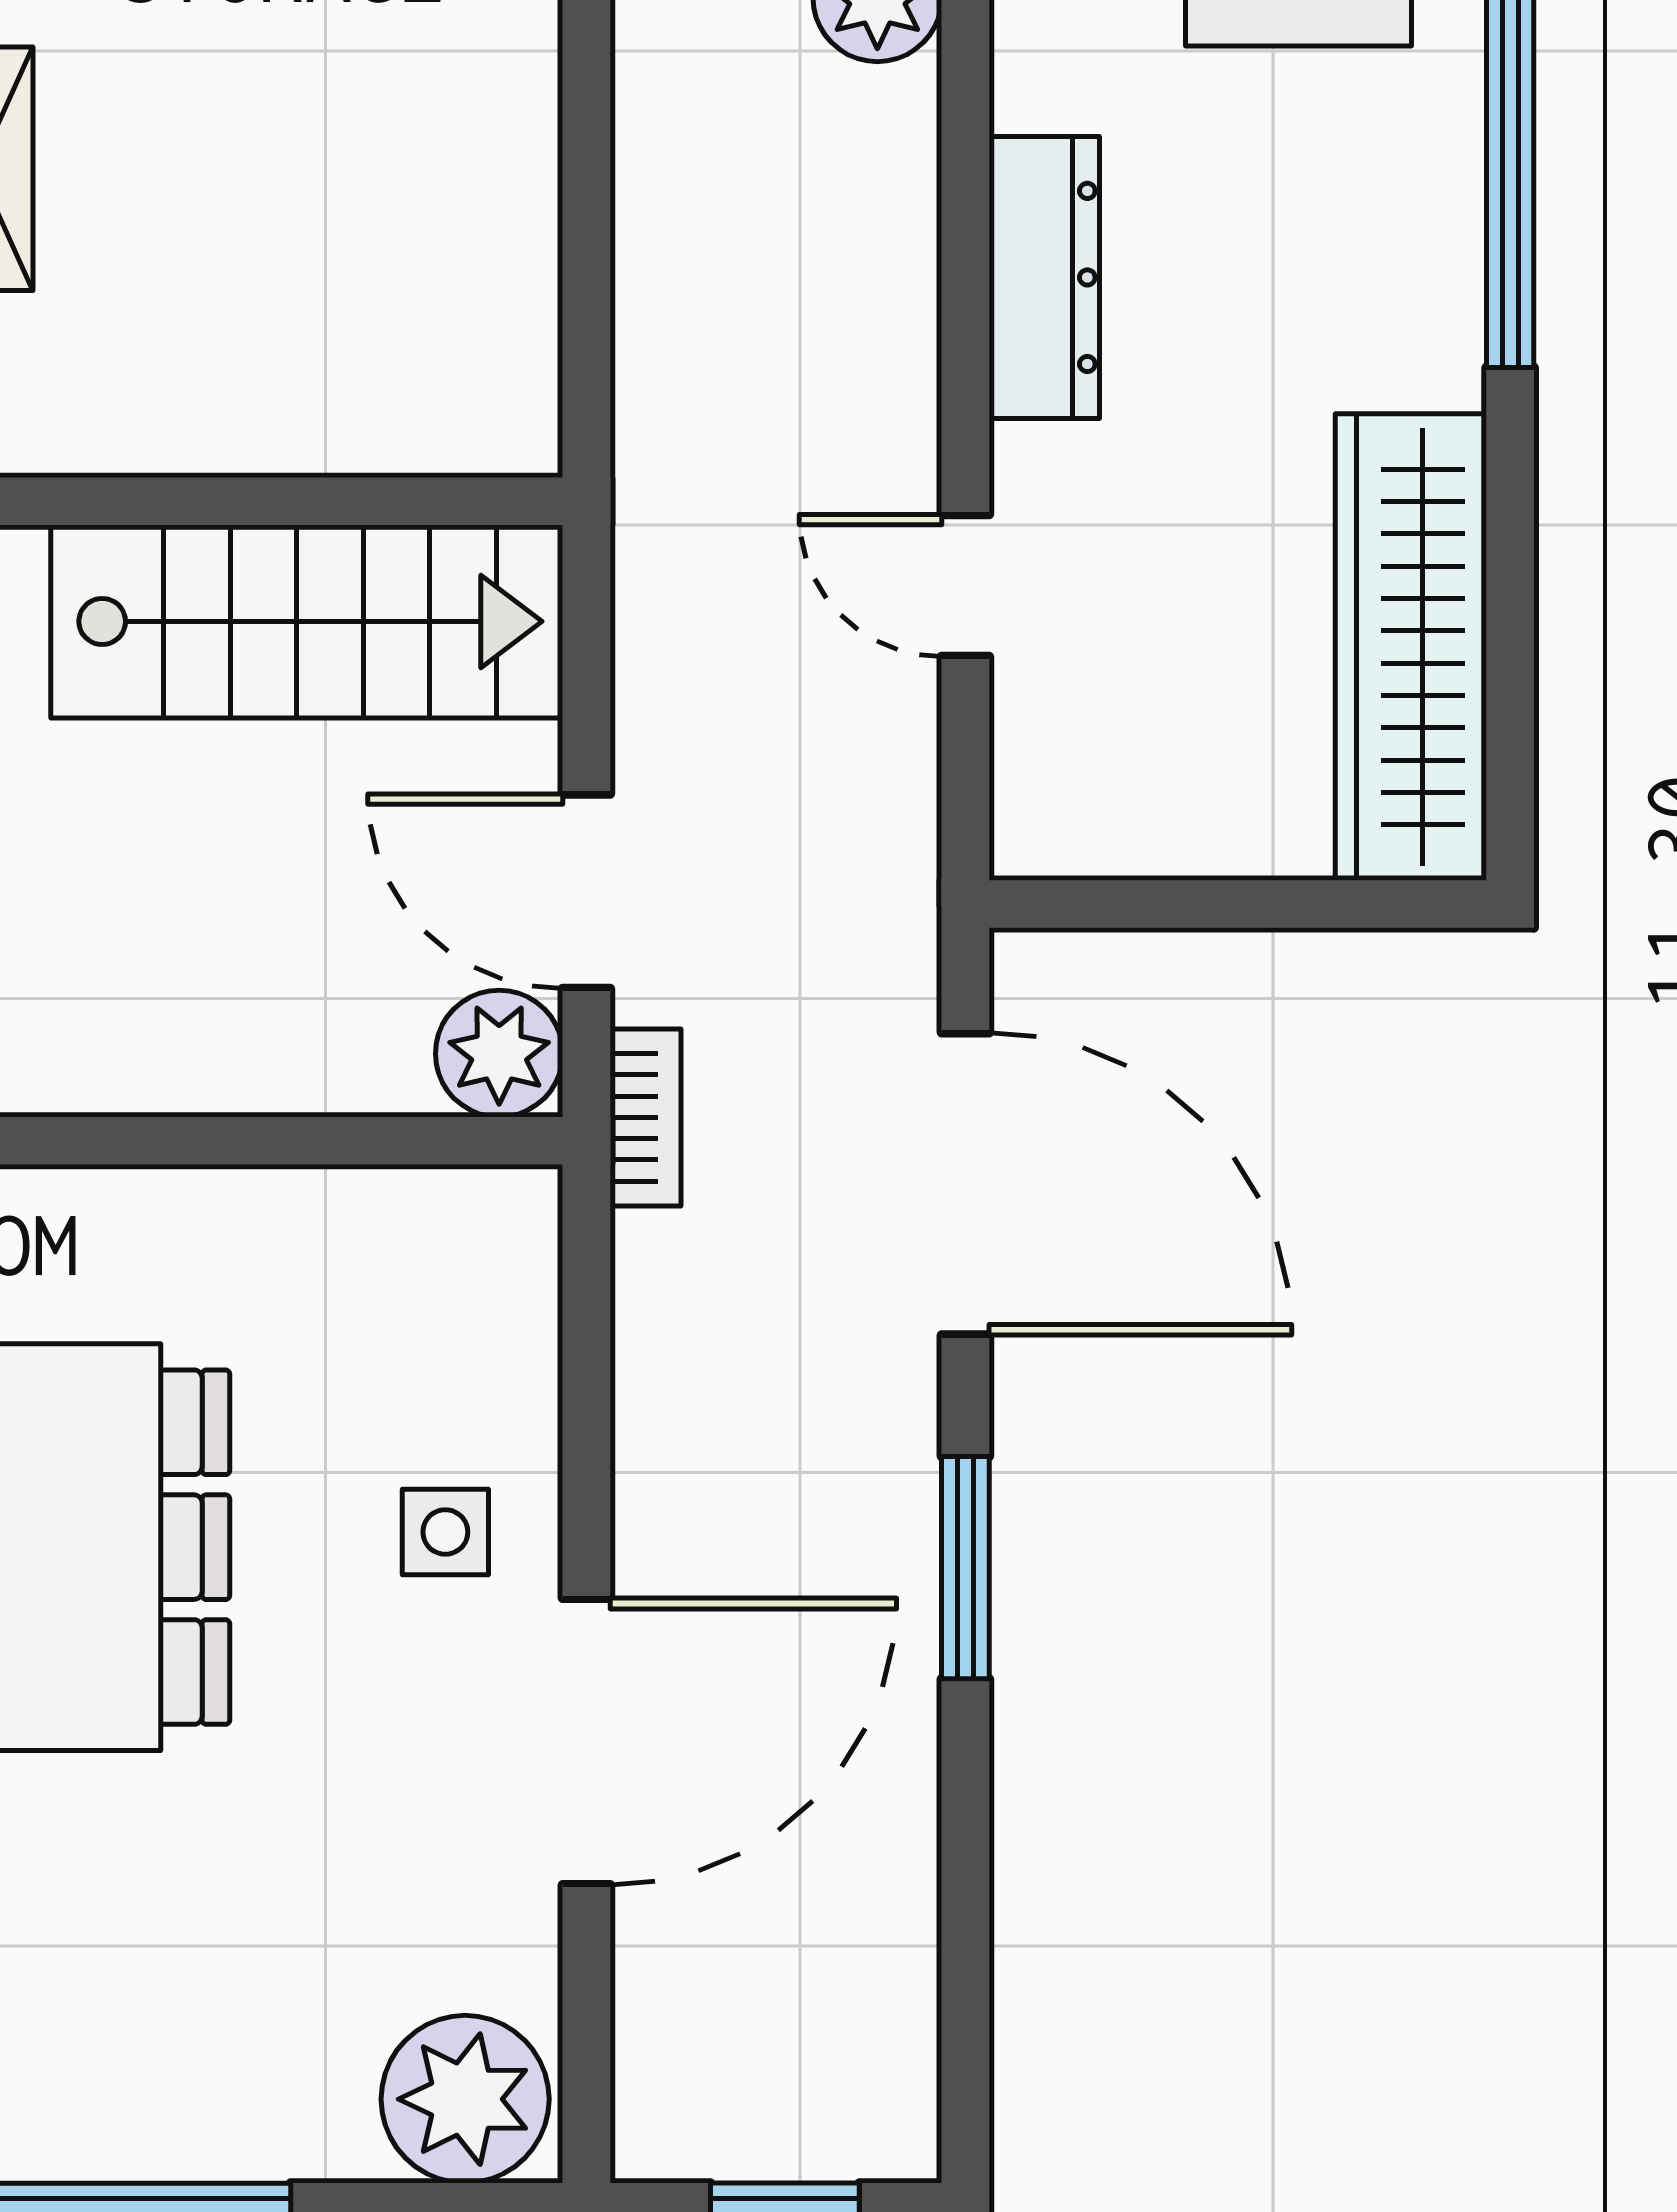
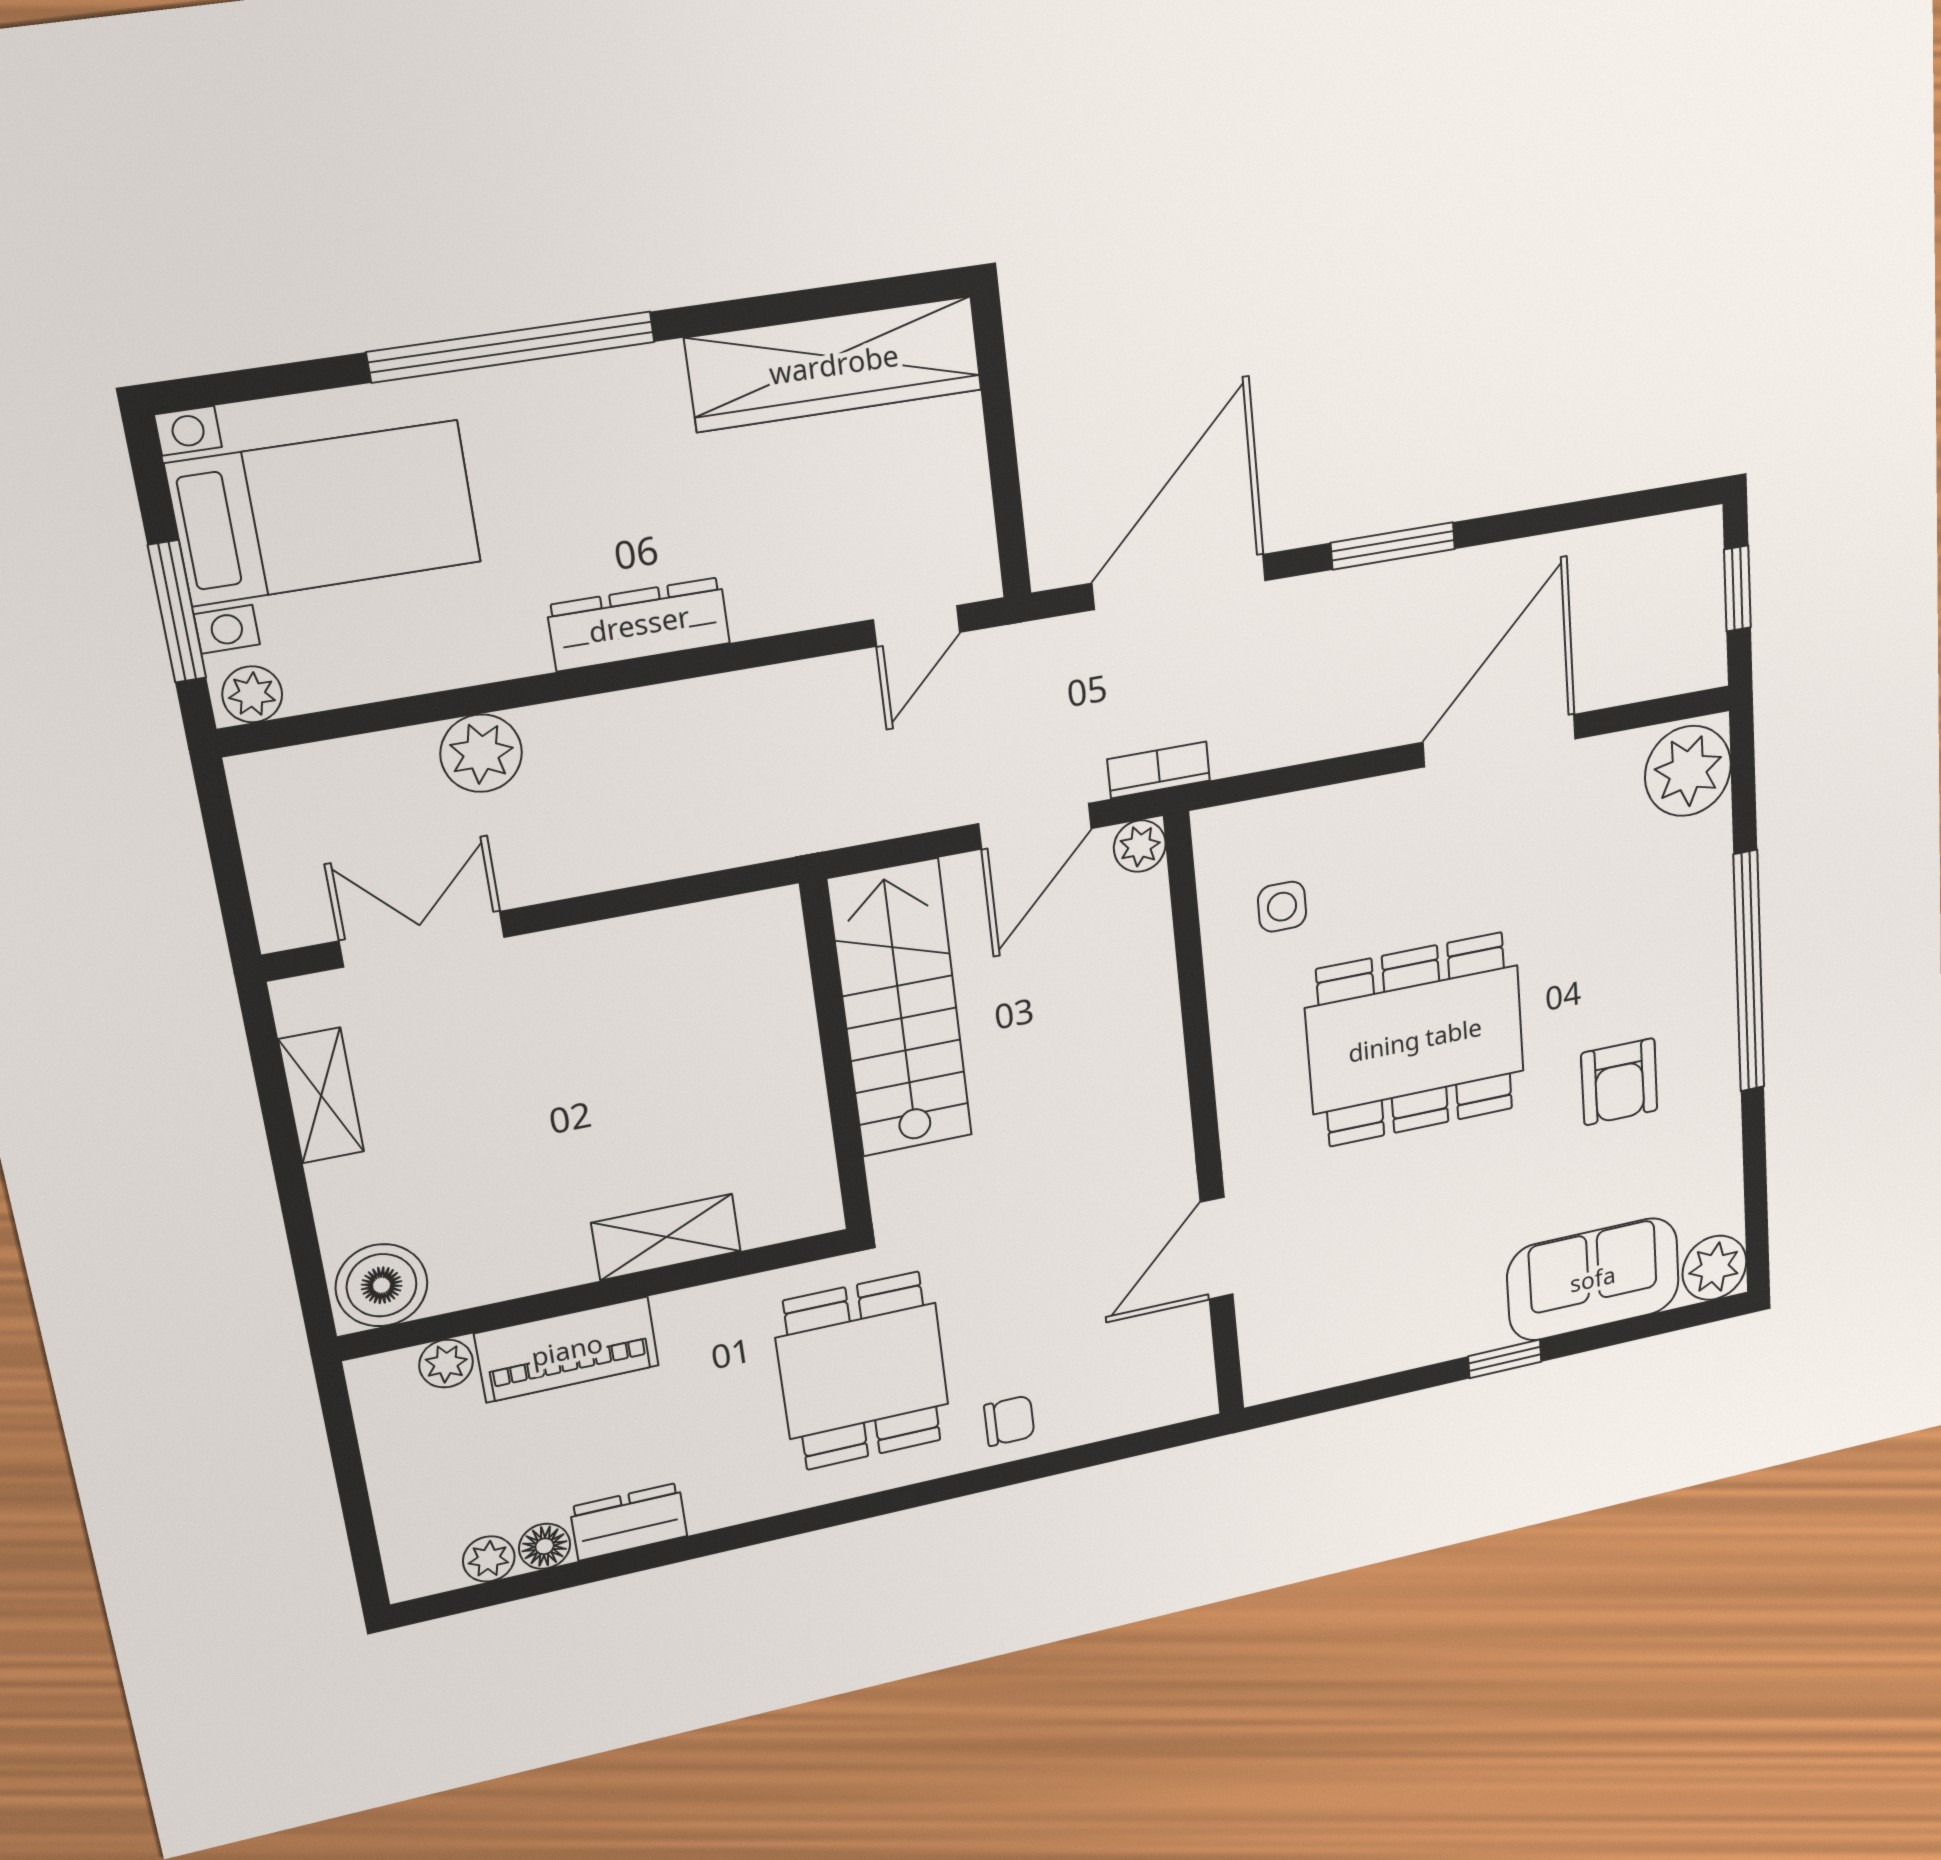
door: (965, 586) -> (917, 626), moved
plant: (499, 1054) -> (1140, 846), width x0.73, depth x0.73
side table: (445, 1532) -> (1282, 907), moved
door: (586, 1742) -> (1500, 741), hinge flipped

